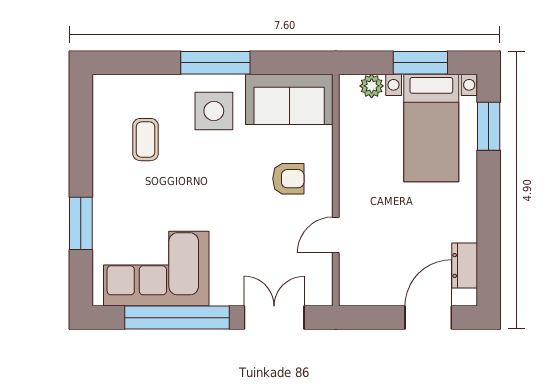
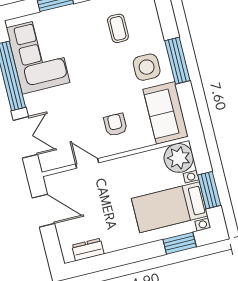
plant: (372, 86) -> (179, 158), width x1.87, depth x1.87
coffee table: (146, 140) -> (118, 28), turned 90
armchair: (288, 179) -> (115, 125), turned 180
door: (428, 318) -> (43, 211), moved

